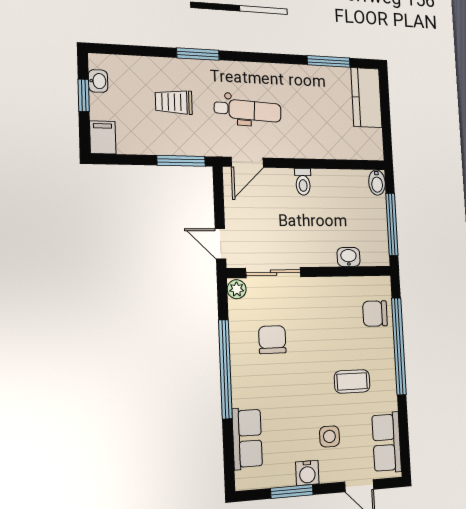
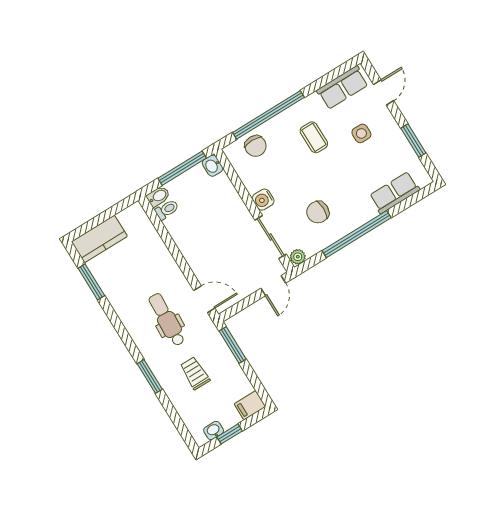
trolley: (174, 102) -> (195, 373), turned 180
toilet: (303, 182) -> (167, 210), moved
washbasin: (349, 257) -> (213, 166), moved
water cooler: (307, 473) -> (263, 200), moved, turned 180

